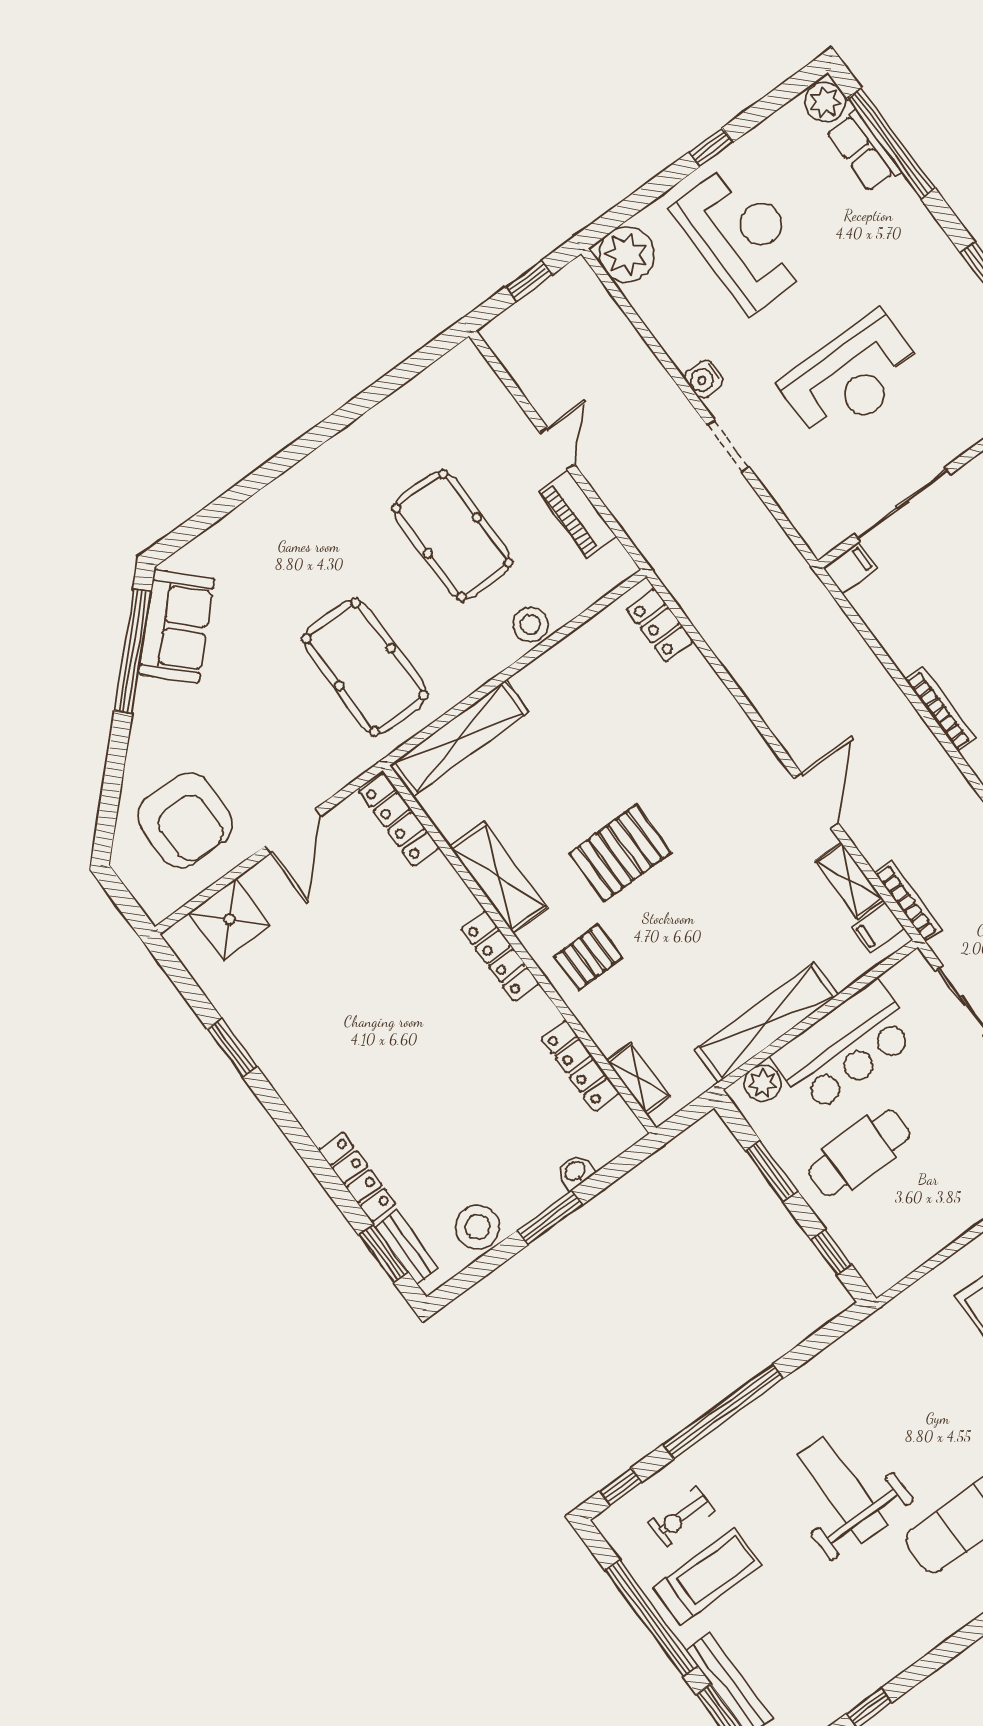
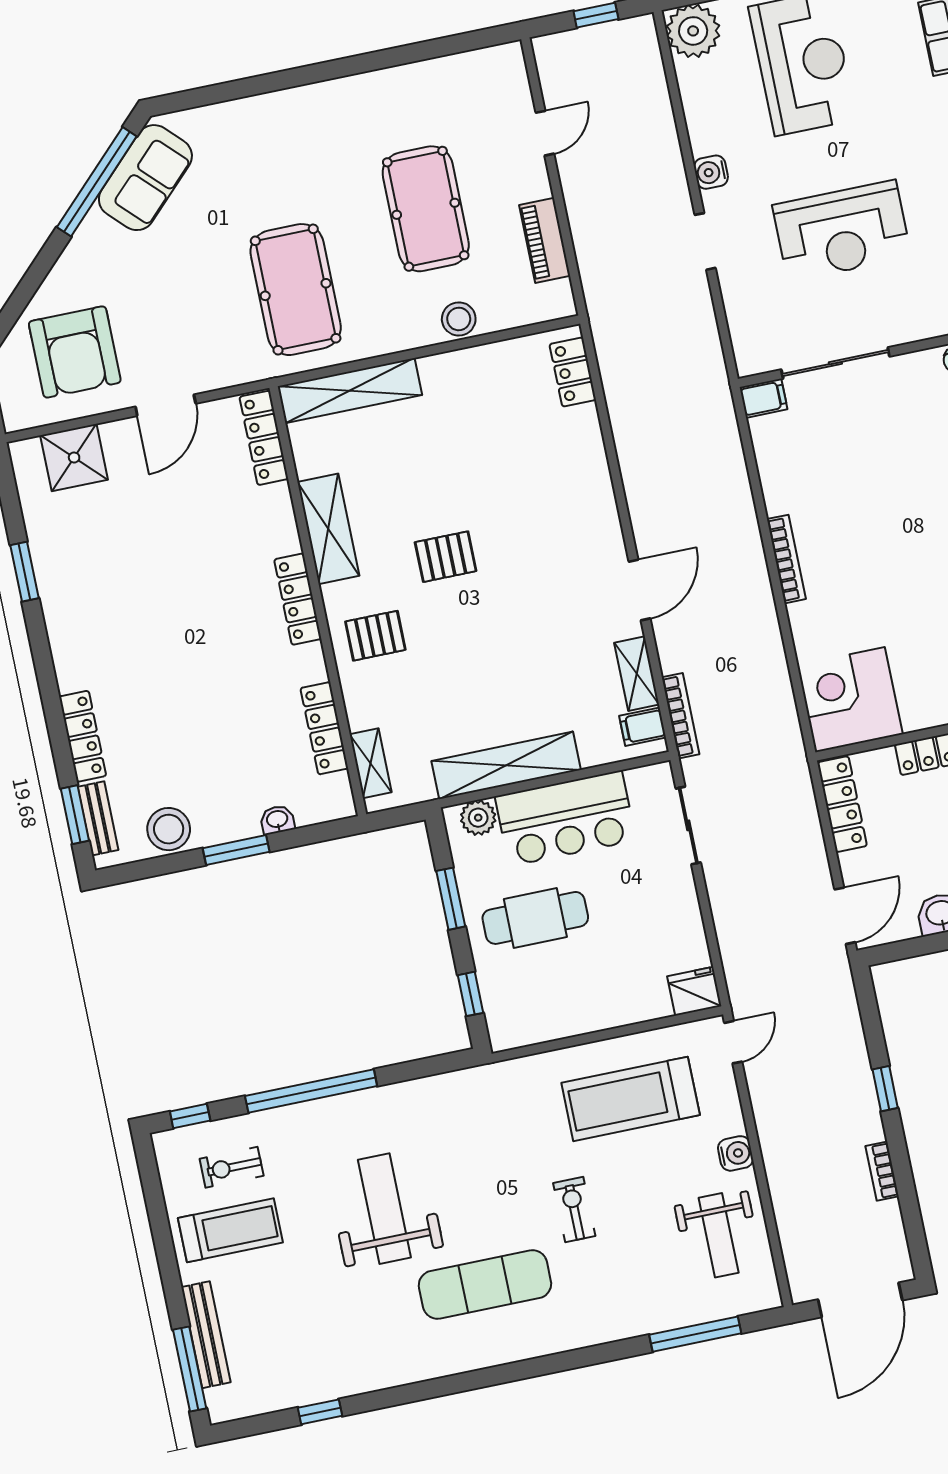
door: (557, 448) -> (545, 133), moved
pallet: (620, 853) -> (446, 557), width x0.67, depth x0.71
window: (652, 1618) -> (164, 1245), removed

